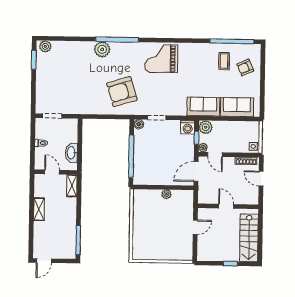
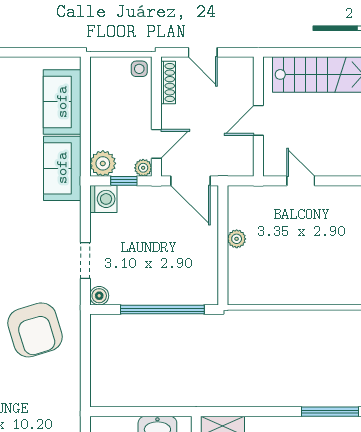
door: (261, 179) -> (203, 52), hinge flipped

